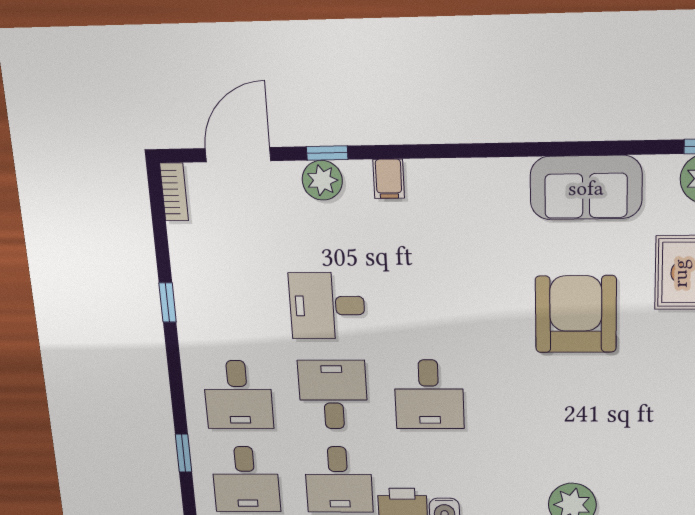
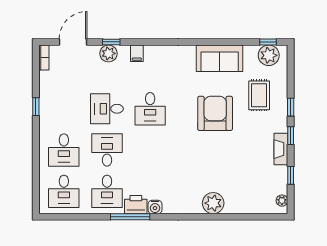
desk: (429, 394) -> (150, 109), moved
window: (184, 453) -> (36, 178), removed

